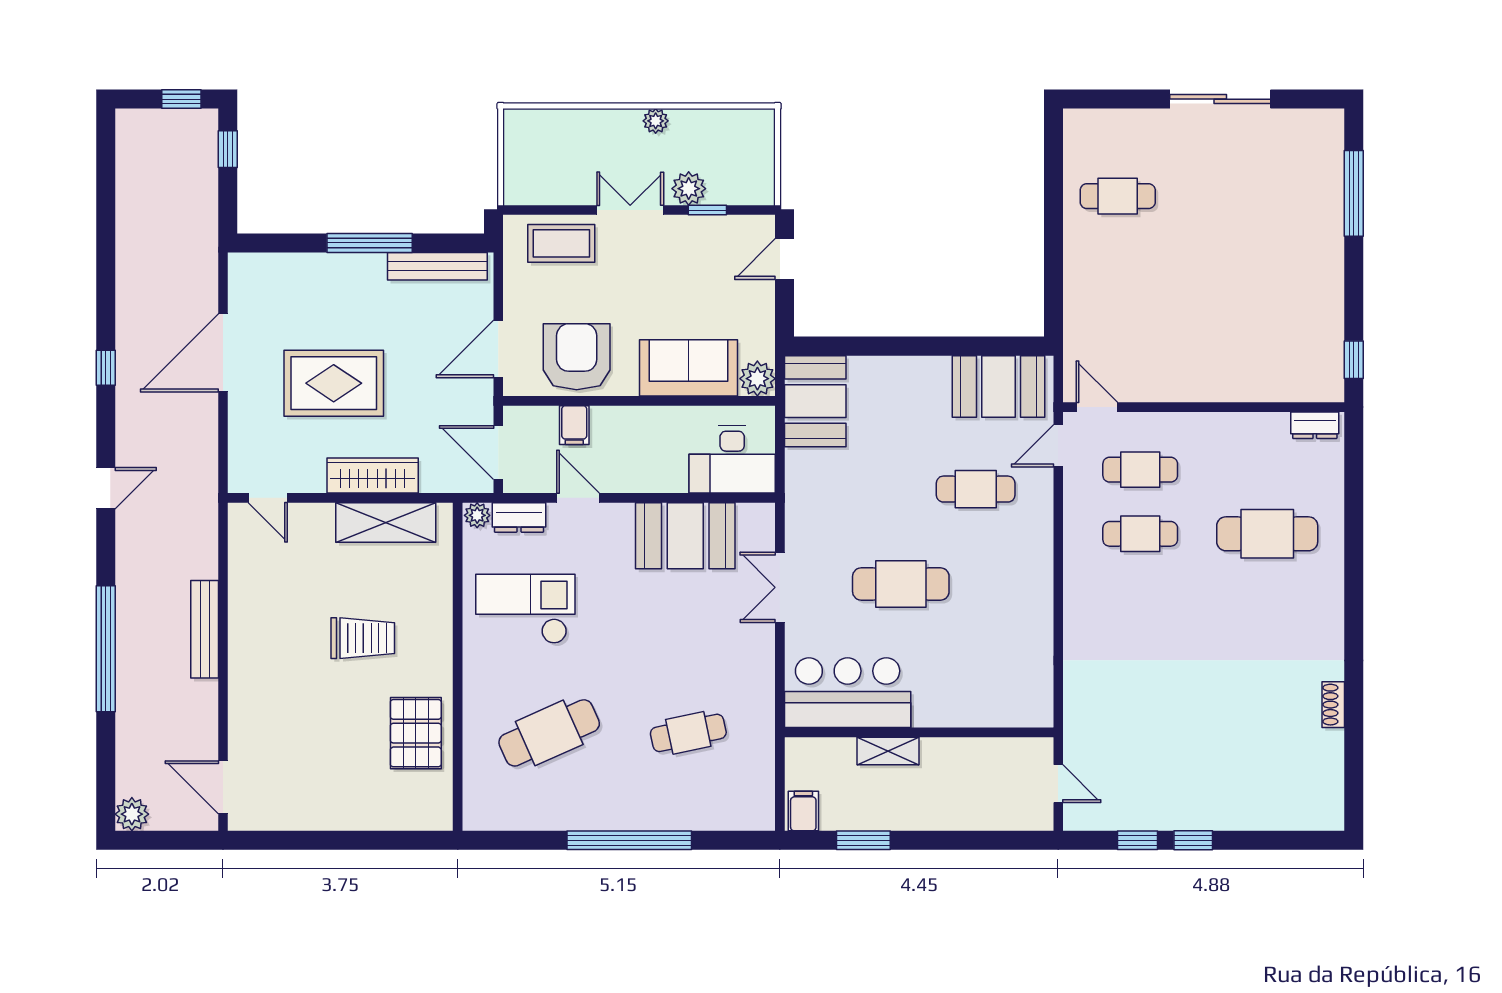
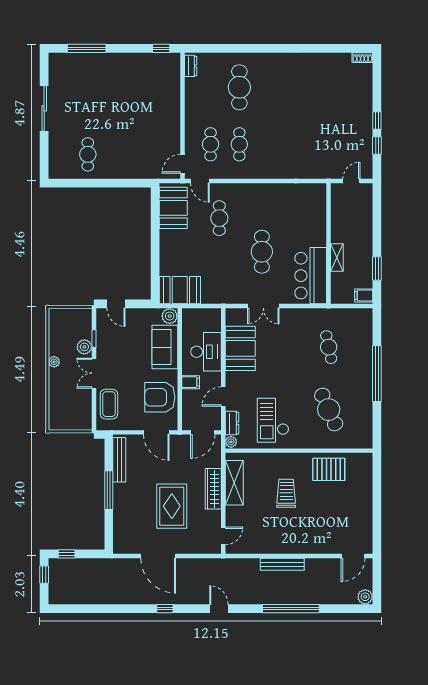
filing cabinet: (574, 425) -> (191, 382), moved
desk: (732, 459) -> (206, 352), moved
shoe rack: (1333, 705) -> (362, 58), moved

